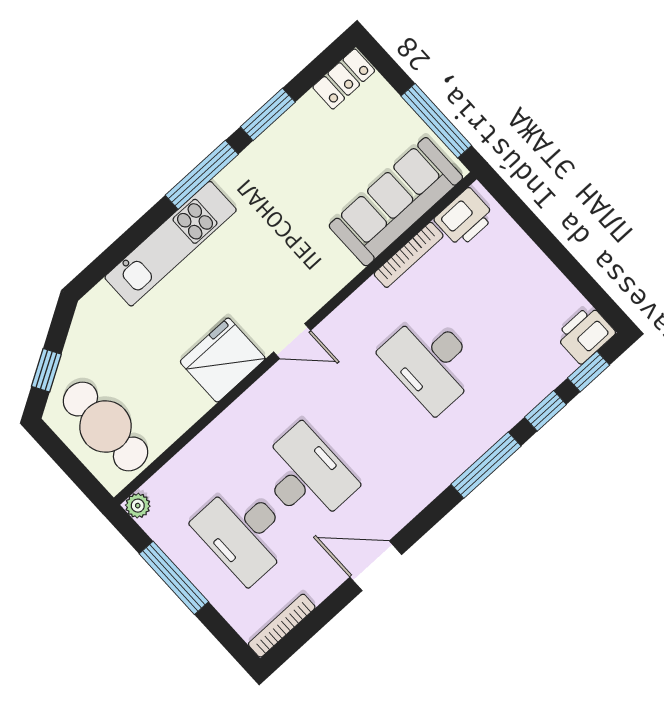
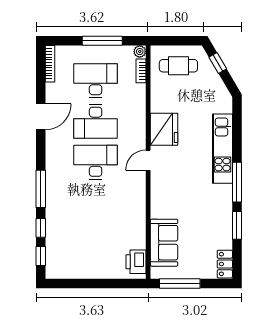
sofa: (396, 202) -> (164, 243), width x0.73
bookcase: (409, 255) -> (141, 71), moved, width x0.64
printer: (585, 334) -> (55, 267), removed
desk: (431, 362) -> (96, 162), moved
cafe table: (105, 427) -> (178, 66), width x0.73, depth x0.74

